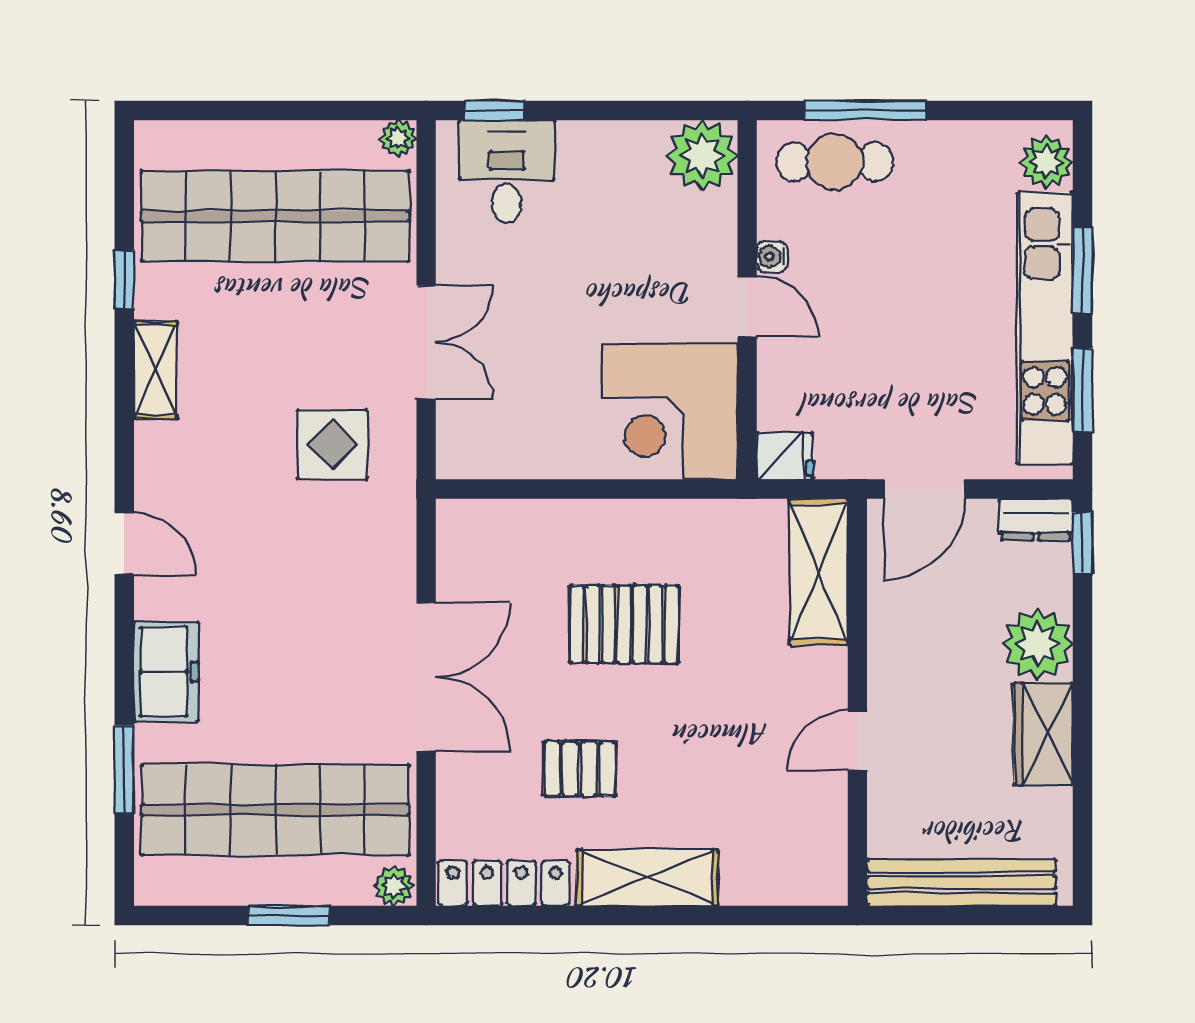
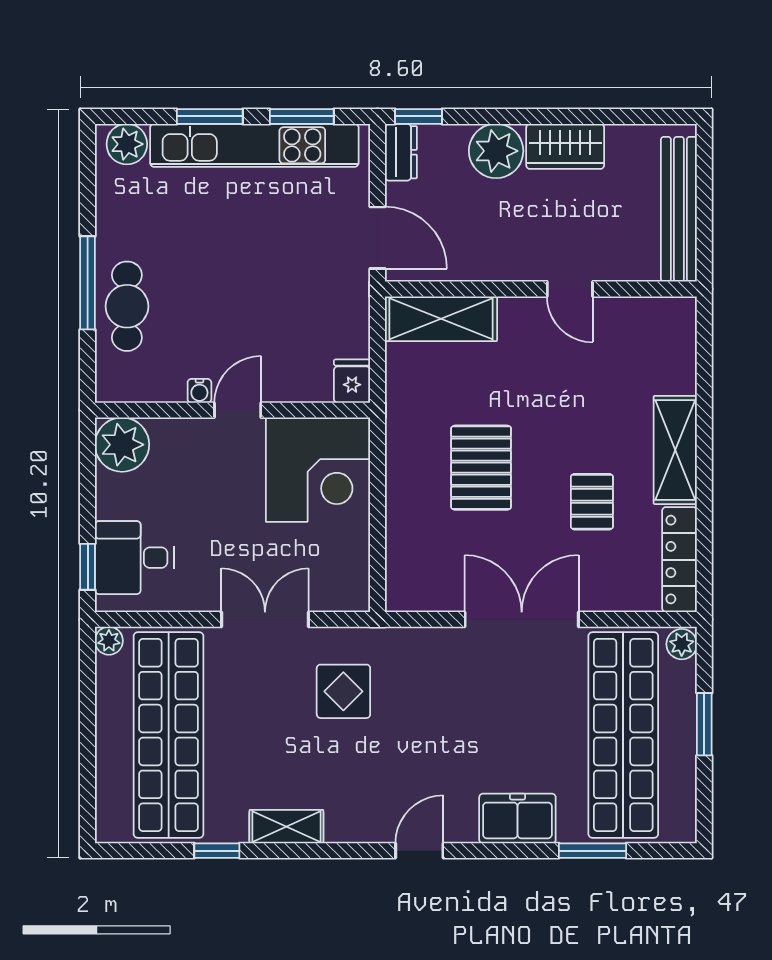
plant: (702, 156) -> (122, 445), moved
water cooler: (772, 257) -> (199, 391), moved
wall: (747, 300) -> (233, 410), moved
door: (747, 306) -> (238, 410), moved
corner desk: (669, 411) -> (318, 470), moved
fridge: (785, 456) -> (352, 381), moved

